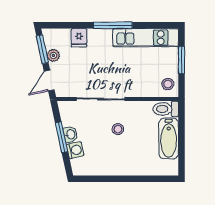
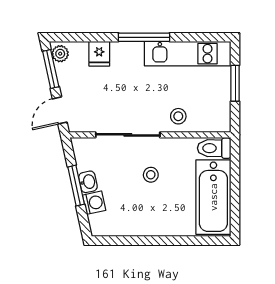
plant: (53, 55) -> (60, 54), moved
stool: (168, 84) -> (178, 116), moved
bathtub: (169, 138) -> (213, 197), width x1.36, depth x1.36

